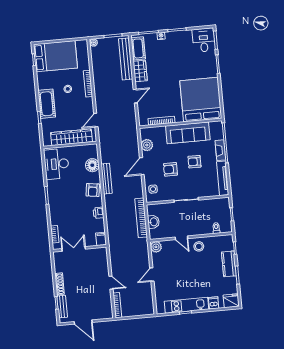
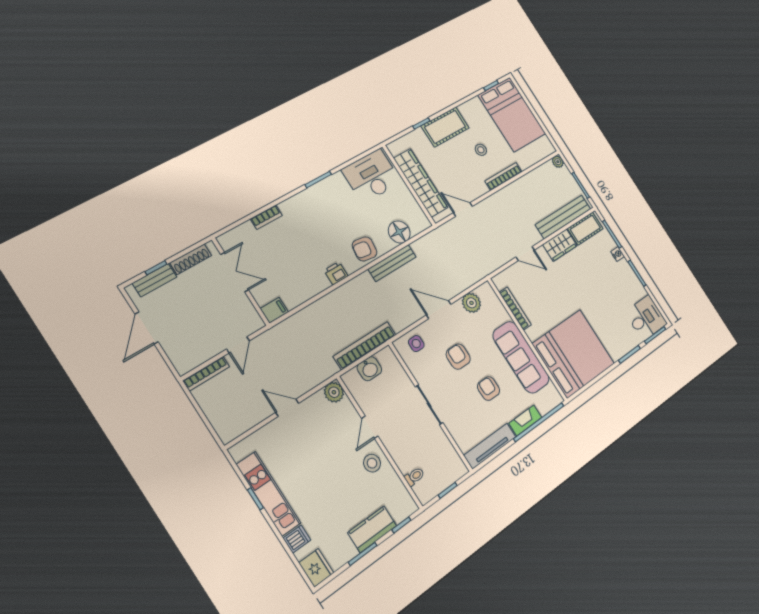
filing cabinet: (101, 239) -> (274, 310), moved
wall: (80, 248) -> (241, 282), moved
double door: (74, 249) -> (235, 272), moved

